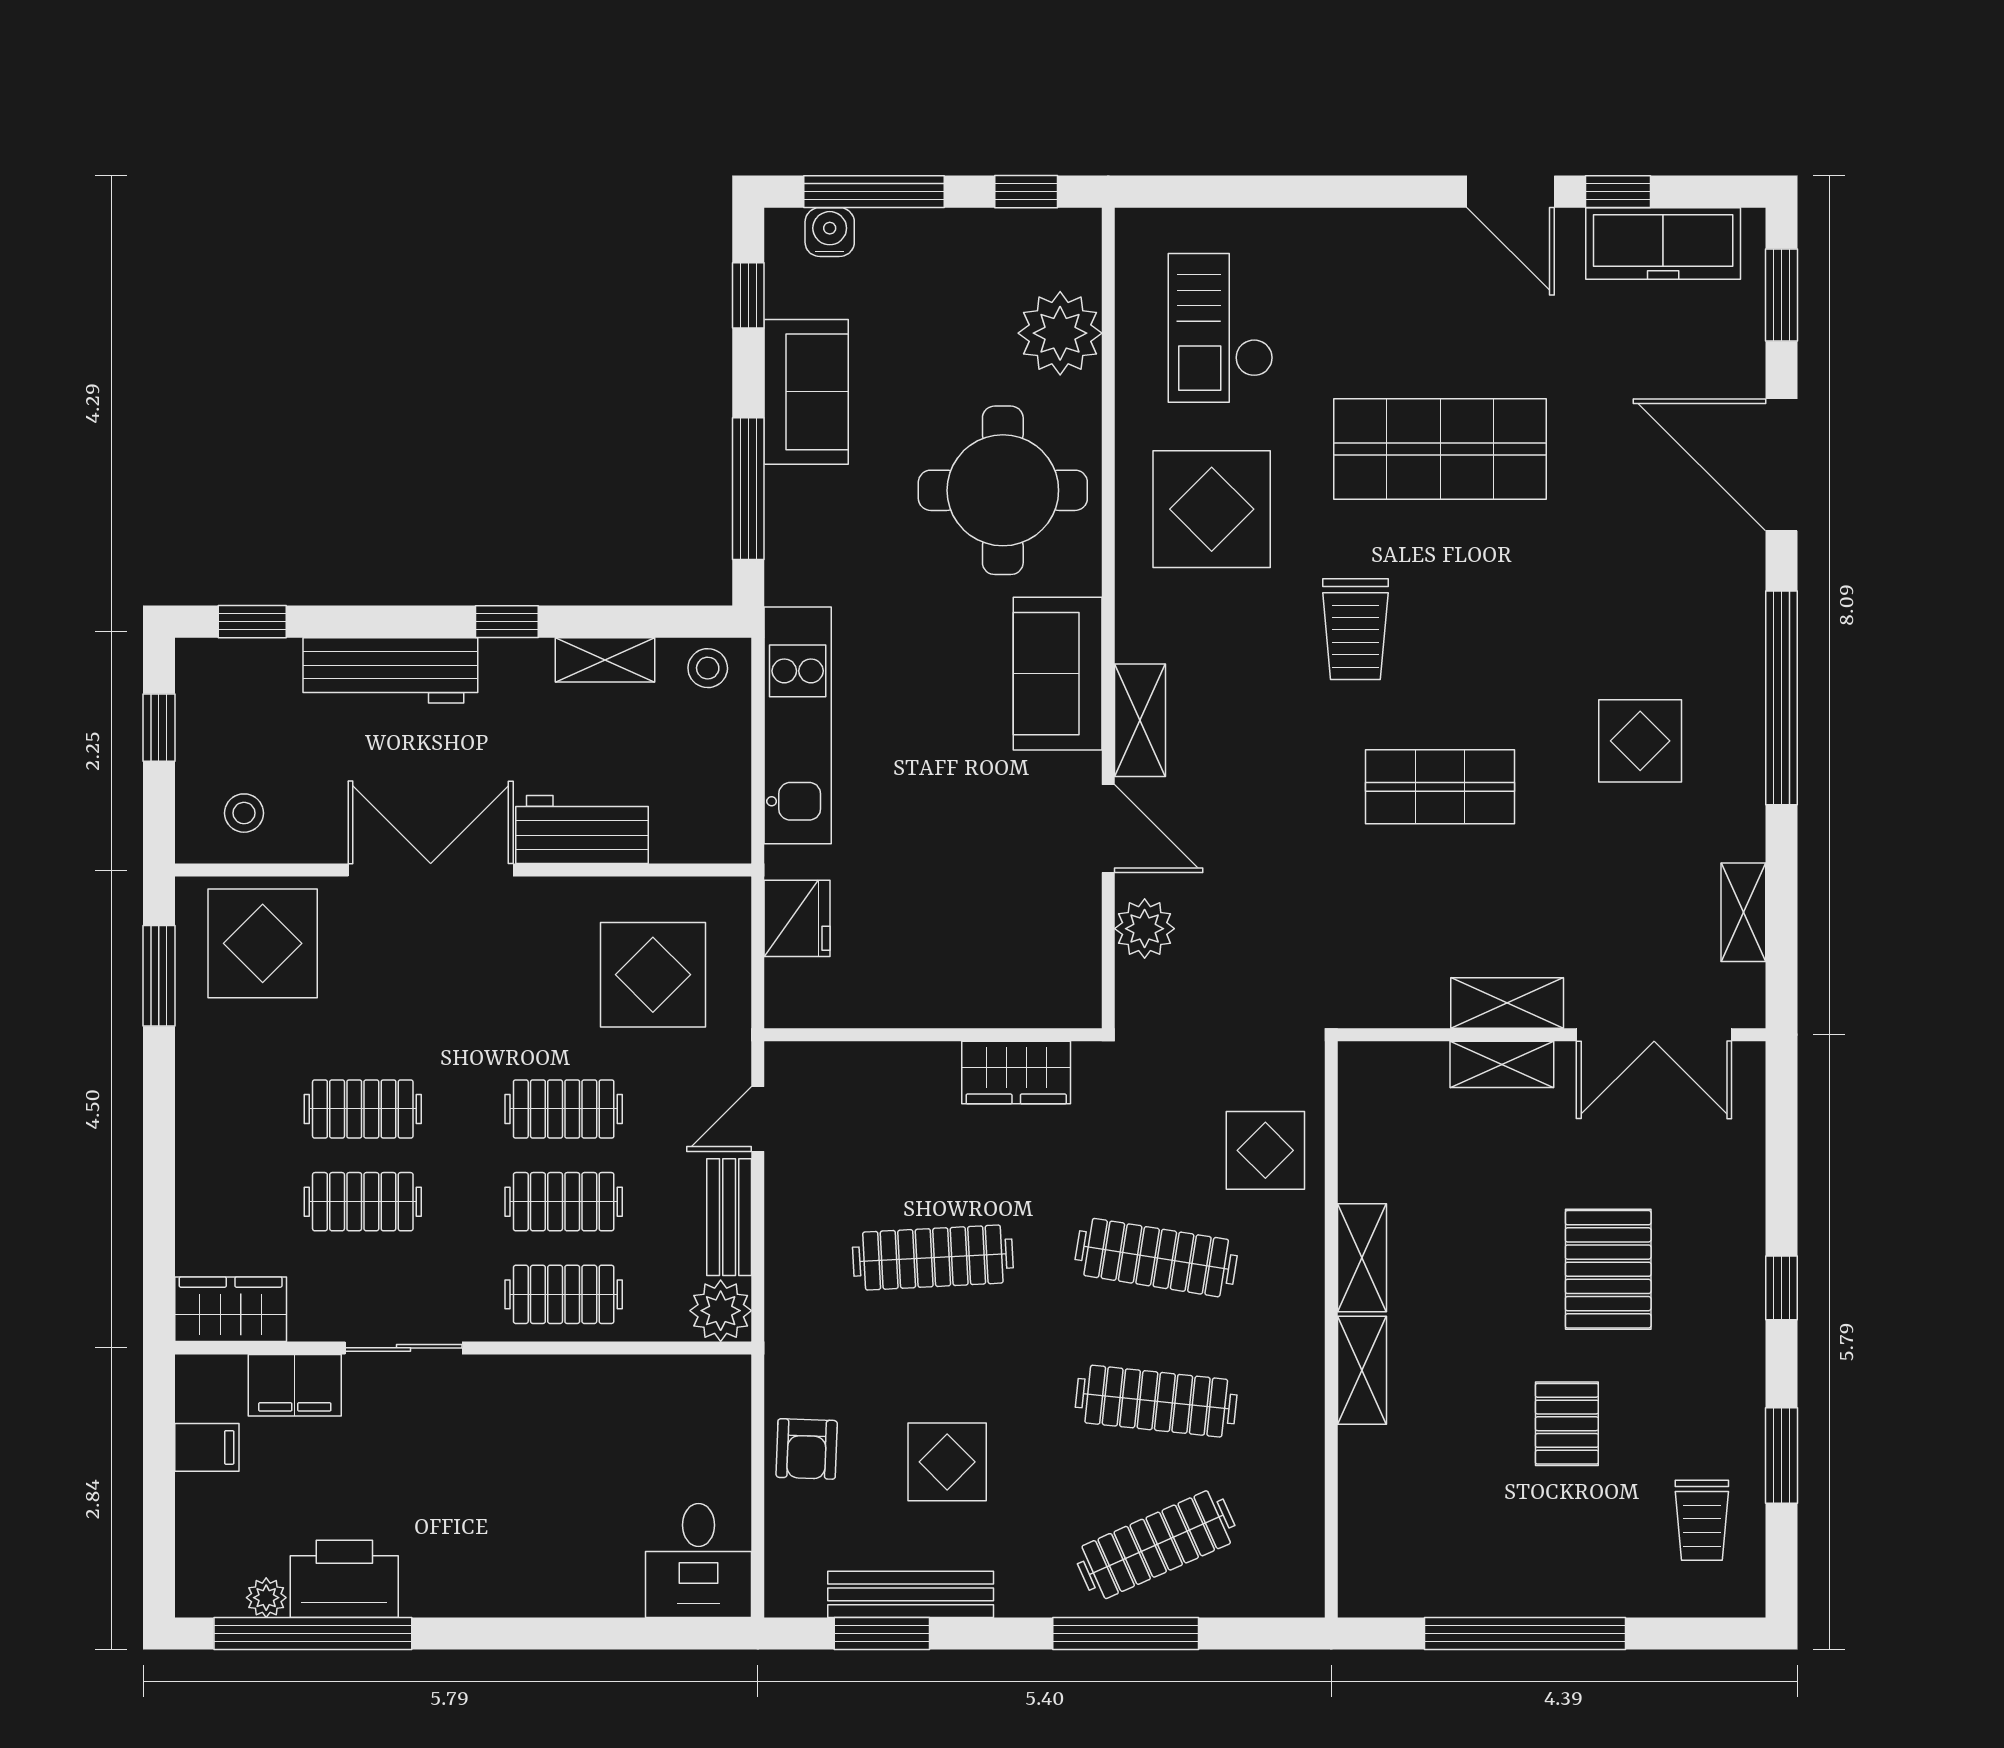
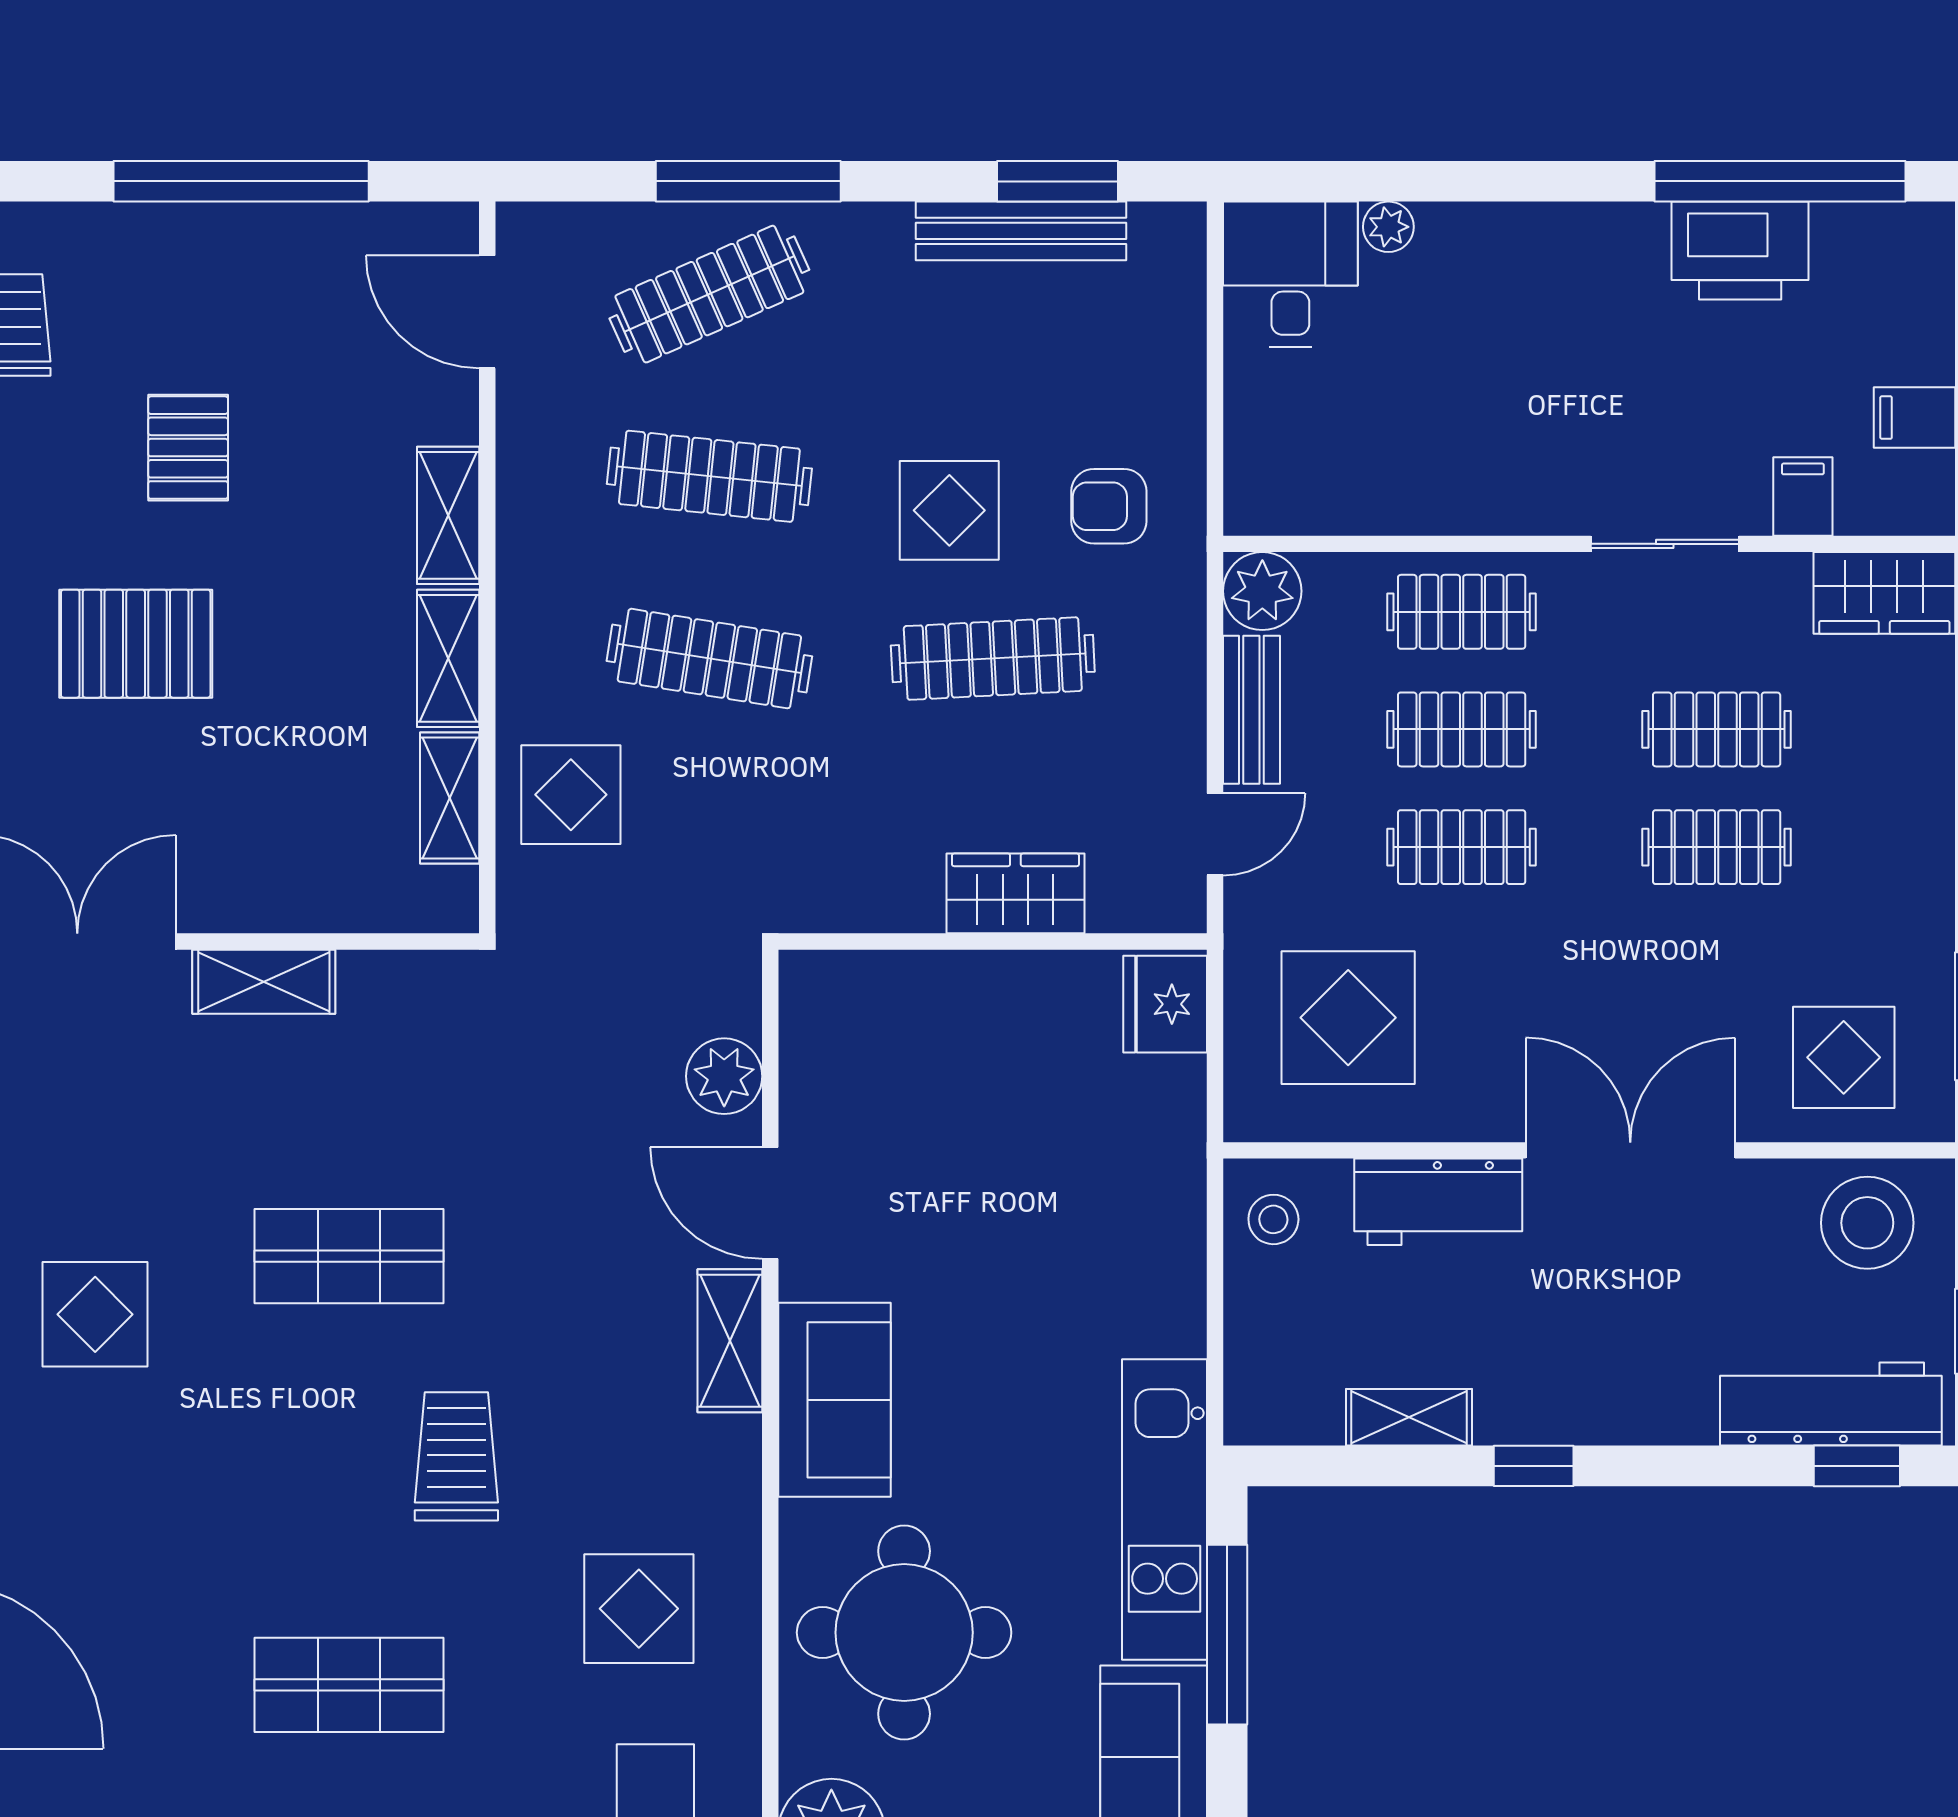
shop shelf: (1440, 449) -> (349, 1685), width x0.70, depth x0.74
display table: (1212, 509) -> (639, 1609), width x0.73, depth x0.73
stool: (708, 668) -> (1273, 1219), moved
workbench: (390, 670) -> (1831, 1404), moved
kitchen unit: (798, 725) -> (1165, 1509), moved
stool: (244, 813) -> (1867, 1223), width x1.89, depth x1.89
double door: (431, 870) -> (1630, 1150), swing flipped
fridge: (797, 918) -> (1165, 1004), moved
display table: (263, 943) -> (1844, 1057), width x0.73, depth x0.73
shelving: (1502, 1064) -> (450, 798), moved, turned 90
wardrobe: (1016, 1073) -> (1015, 893), moved
pallet: (1608, 1269) -> (136, 644), turned 90
filing cabinet: (295, 1385) -> (1803, 496), width x0.50
armchair: (807, 1449) -> (1109, 506), moved, turned -92
display table: (947, 1462) -> (949, 510), moved
door: (1331, 1531) -> (487, 312), added
plant: (266, 1598) -> (1388, 227), moved

